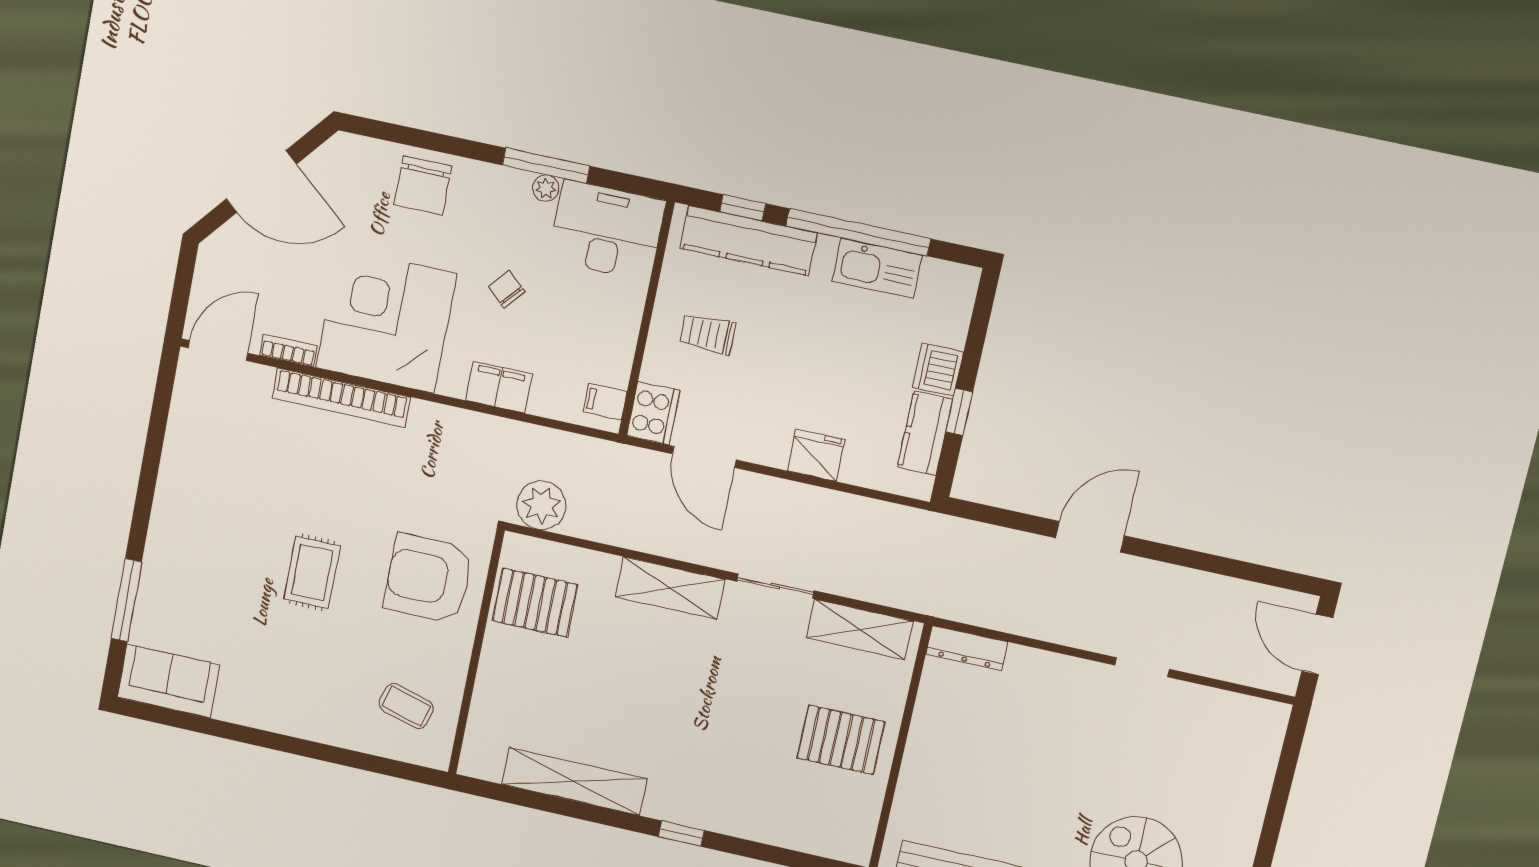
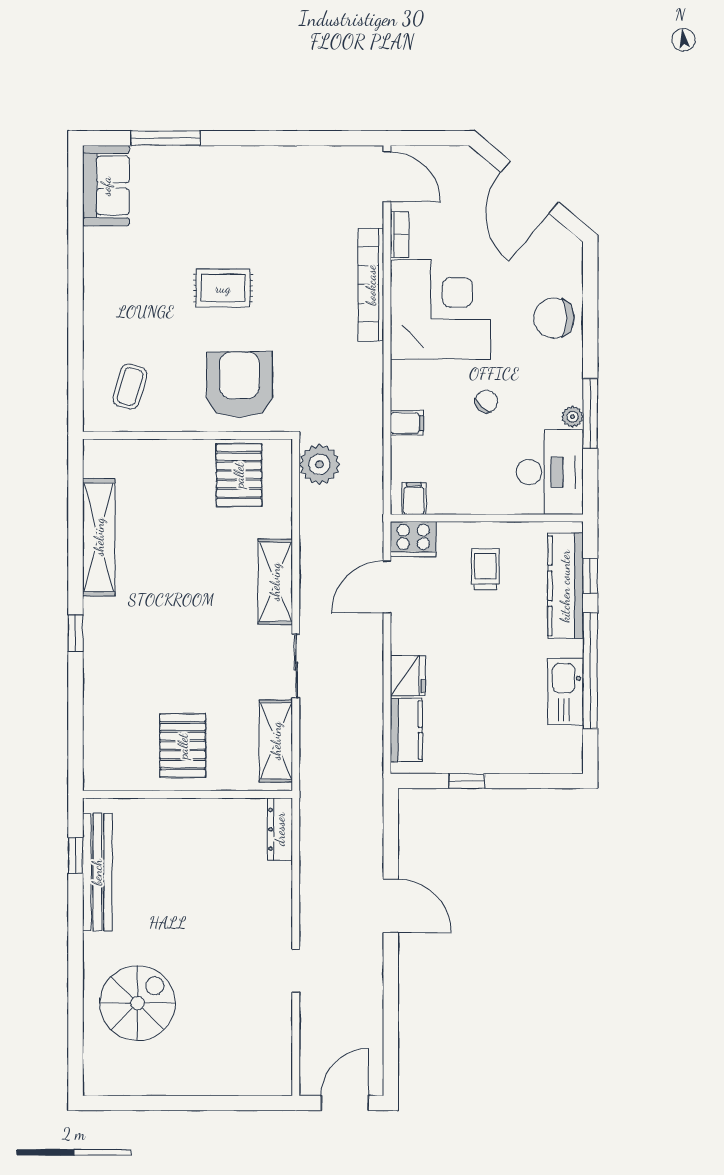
dishwasher: (938, 369) -> (497, 757), removed
filing cabinet: (499, 387) -> (407, 423), width x0.50
kitchen counter: (925, 433) -> (406, 730), moved, turned 90

